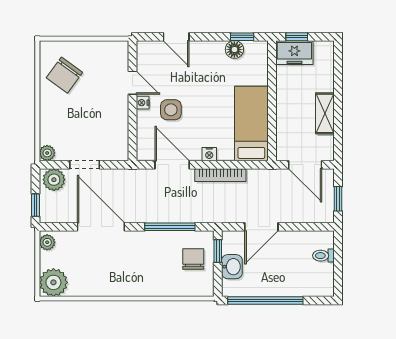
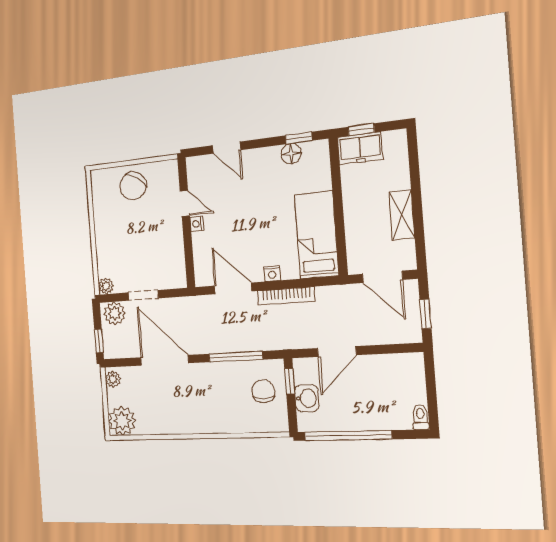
chair: (64, 75) -> (133, 186), moved
side table: (171, 110) -> (227, 228), removed
toilet: (323, 256) -> (420, 417), moved, turned 90

